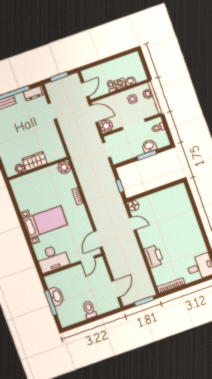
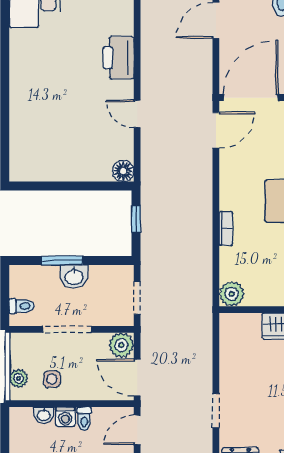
washbasin: (149, 146) -> (74, 277), moved
door: (133, 224) -> (137, 114), moved
door: (87, 260) -> (251, 98), width x1.87

